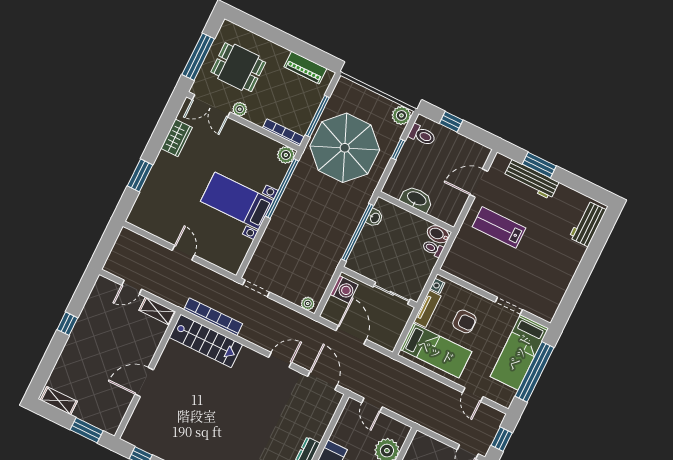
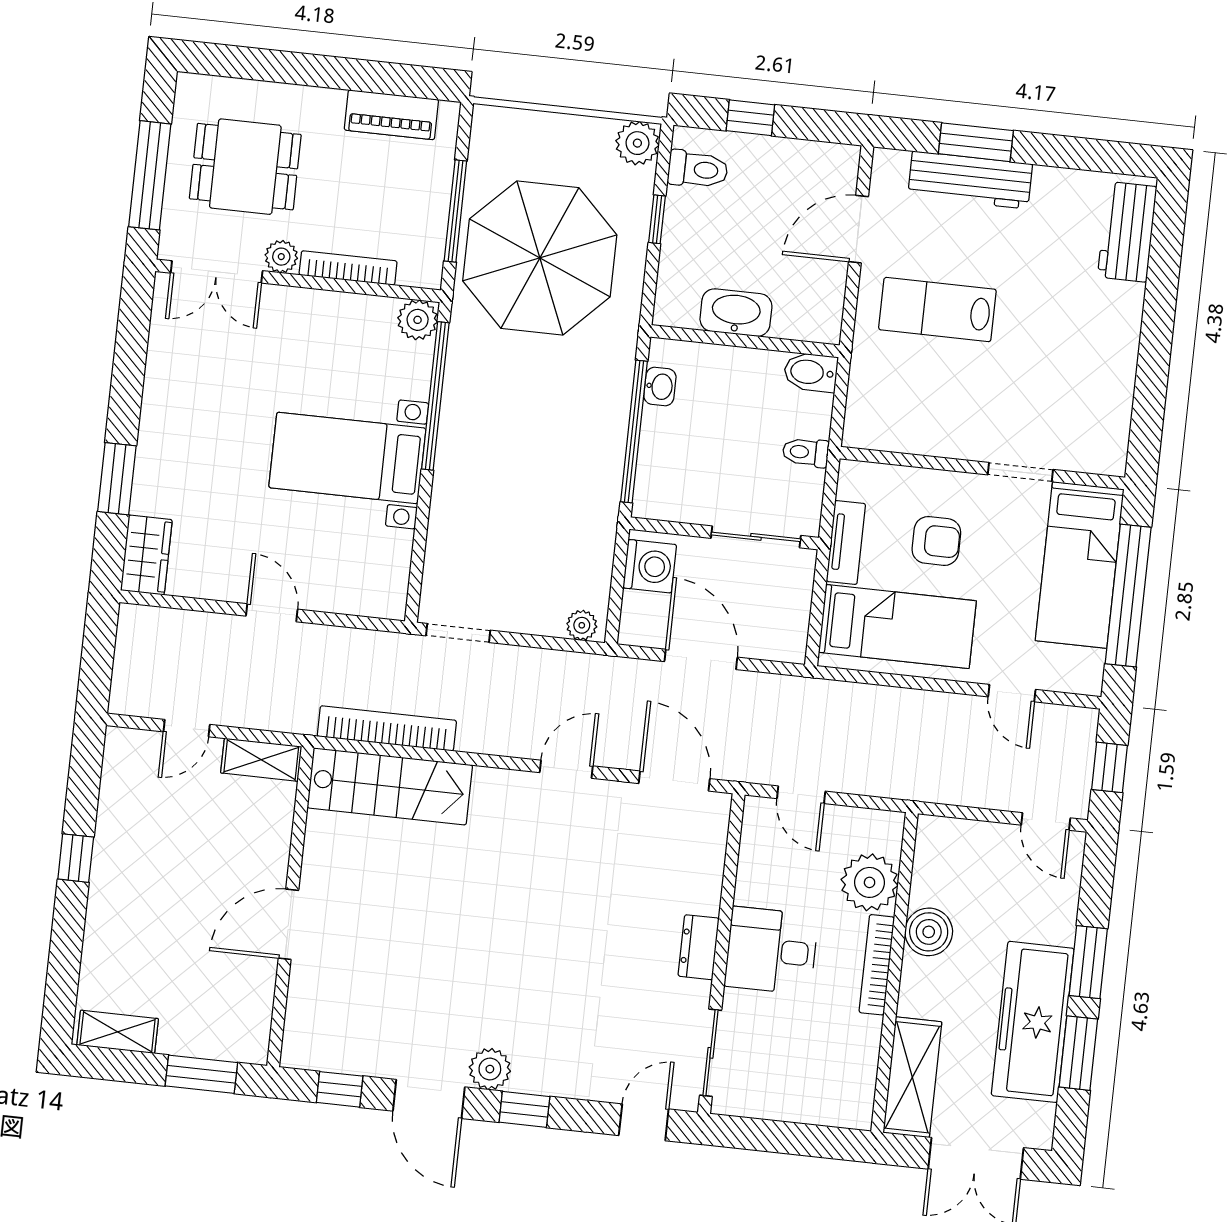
bookcase: (283, 133) -> (348, 268), moved
wardrobe: (176, 138) -> (146, 555), moved
toilet: (433, 249) -> (806, 452), moved
nightstand: (437, 286) -> (849, 485), removed

